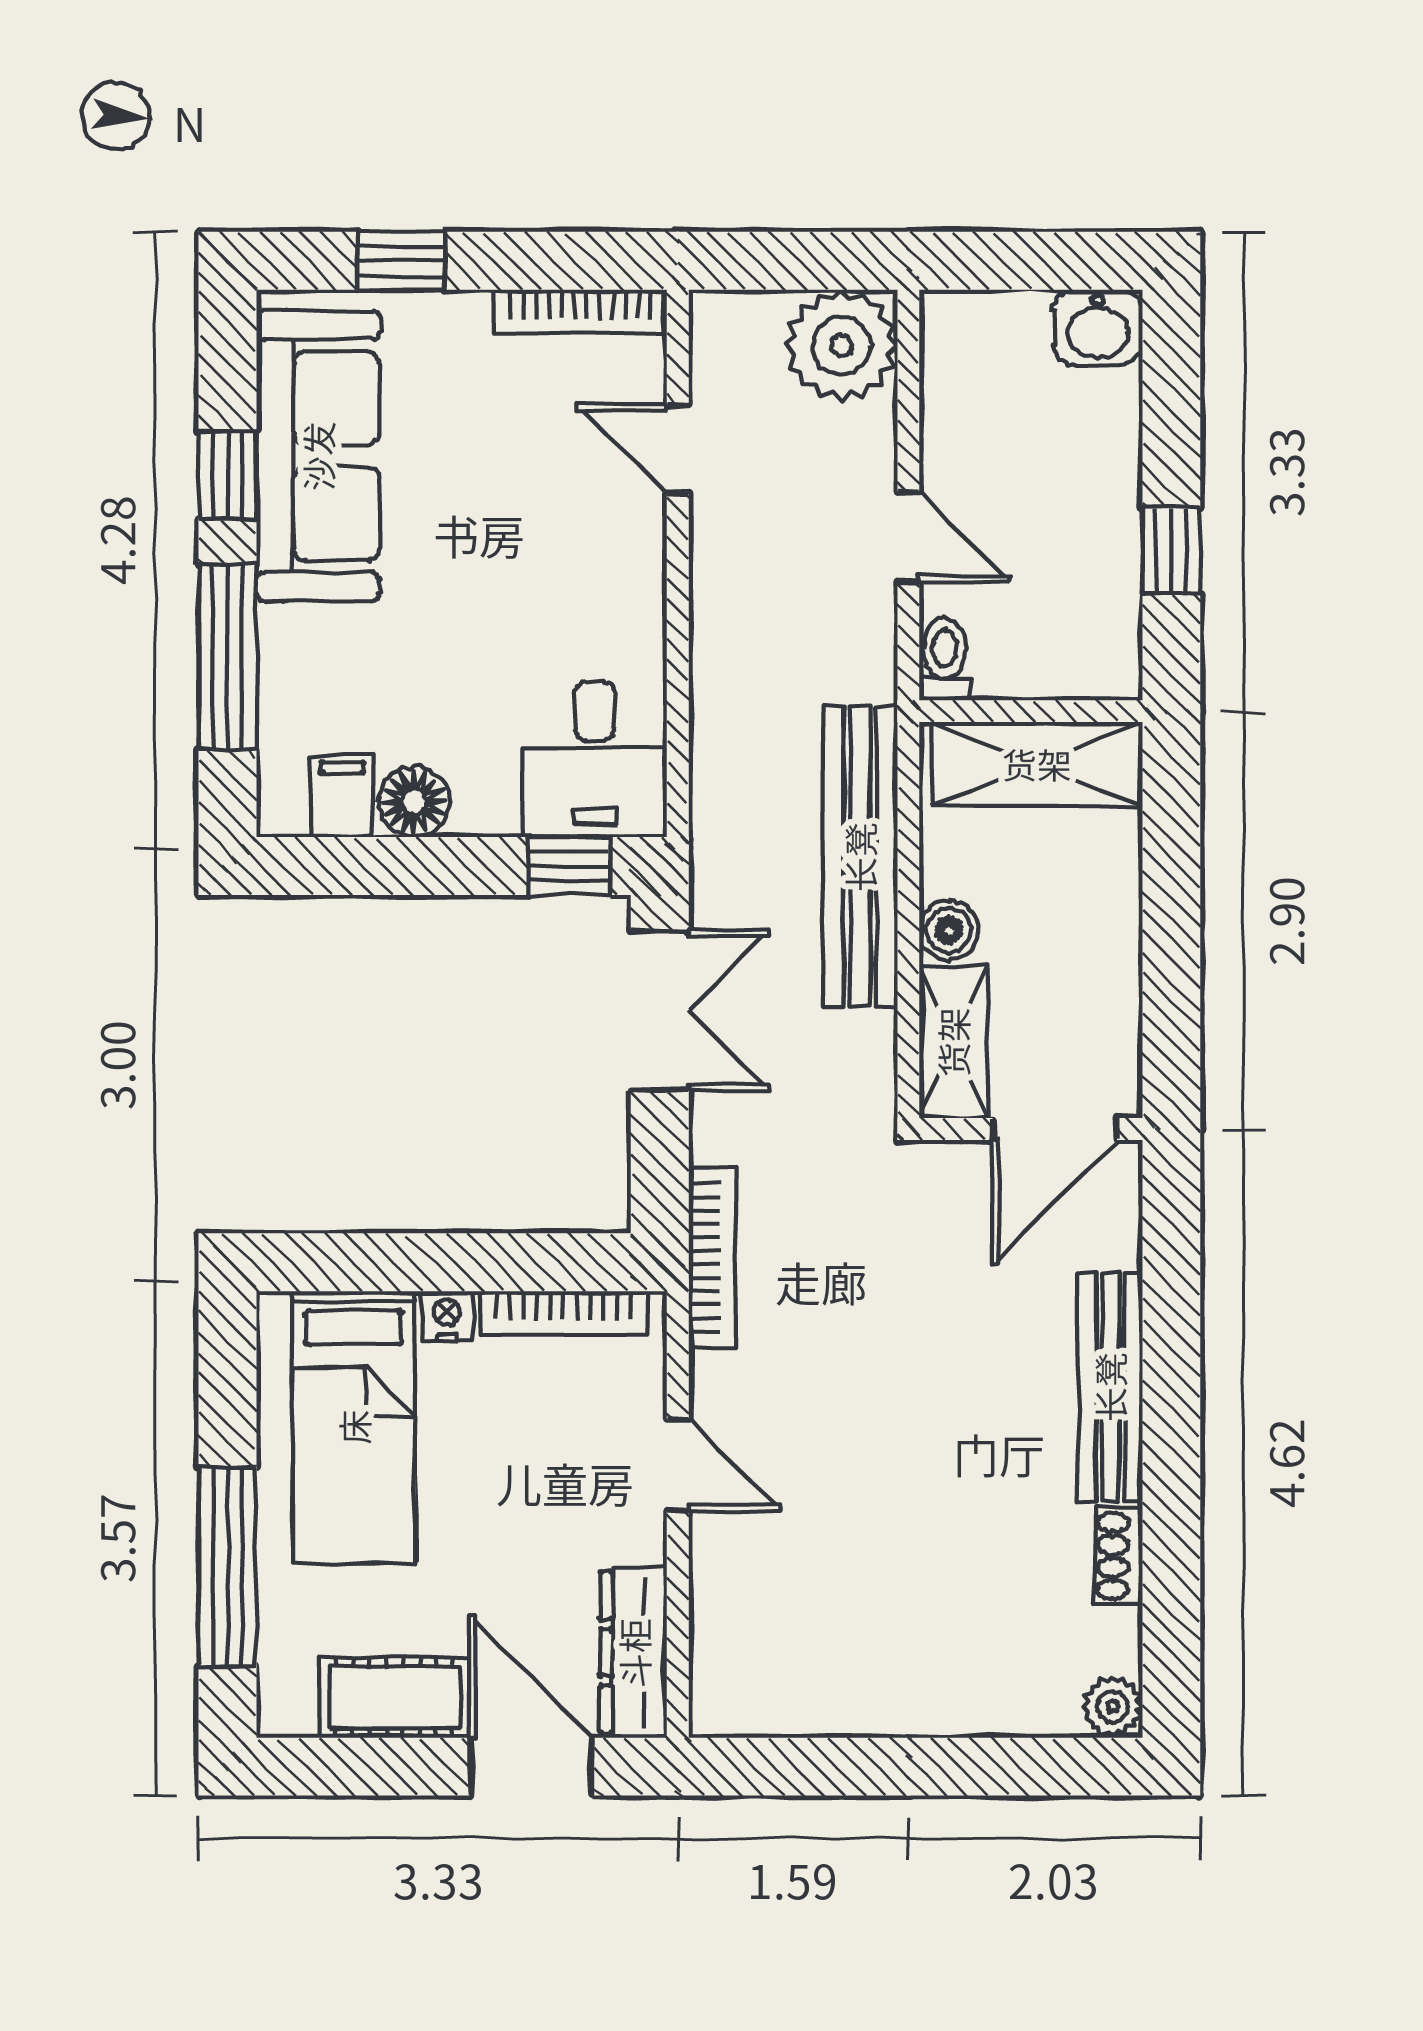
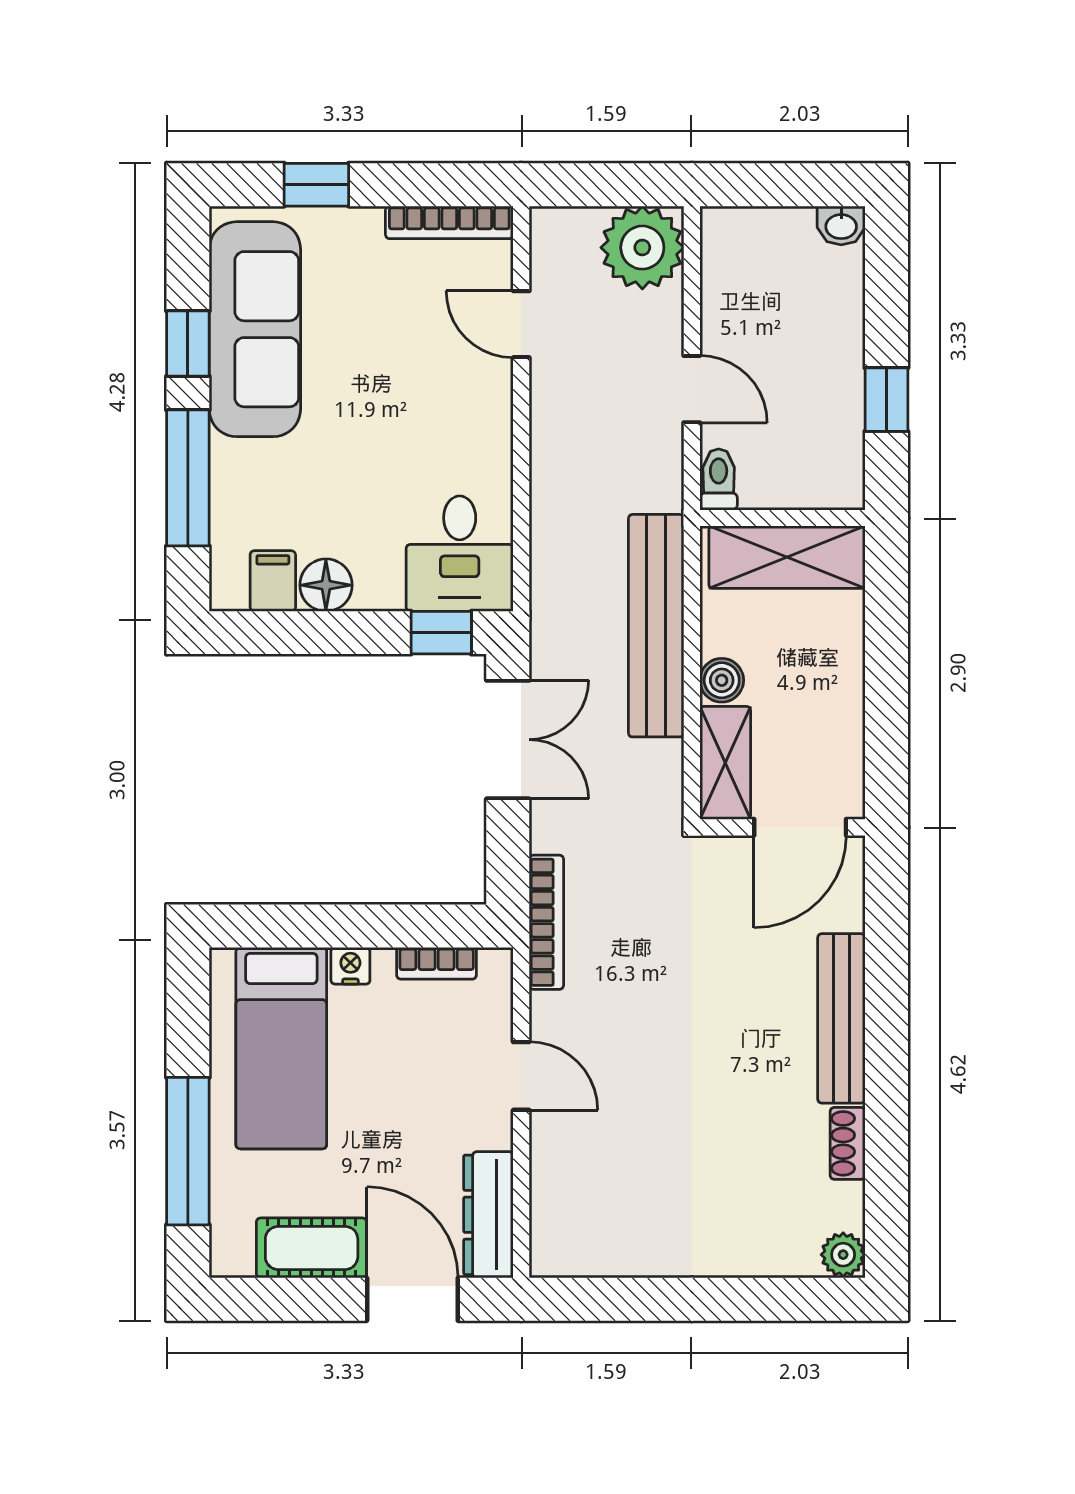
washbasin: (1098, 327) -> (841, 225), width x0.72, depth x0.69
bookcase: (563, 1313) -> (437, 963), width x0.64

